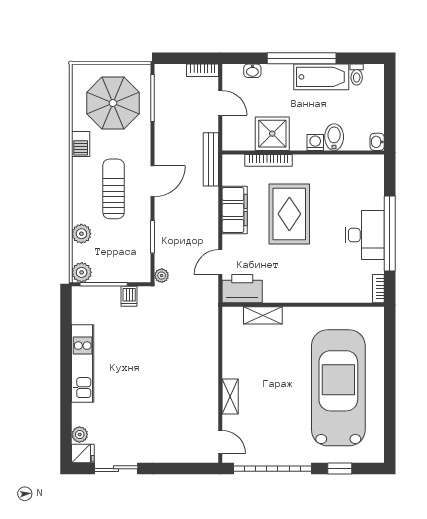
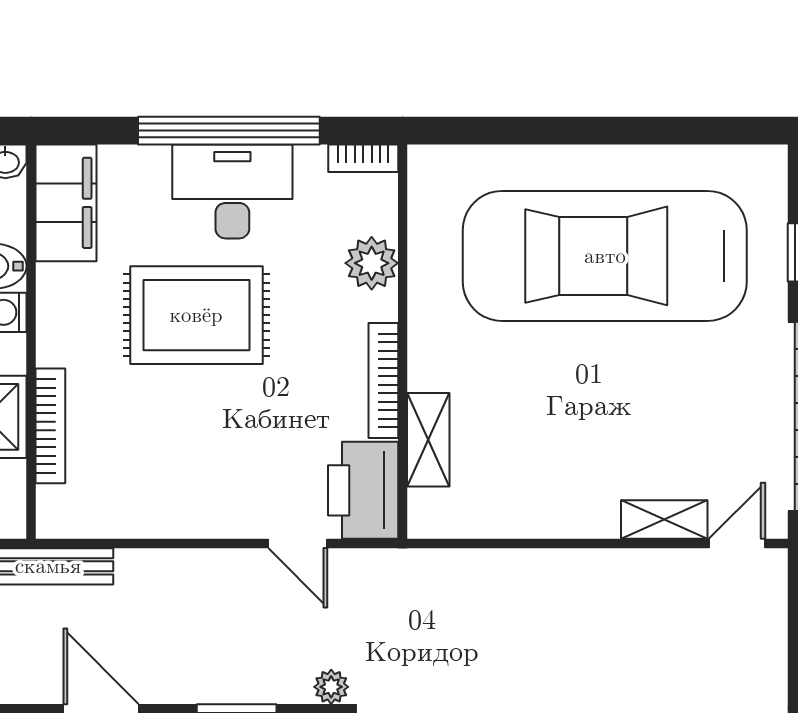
filing cabinet: (235, 210) -> (66, 203), moved, turned 90
rug: (289, 214) -> (196, 315), moved
plant: (335, 292) -> (372, 263), added
bookcase: (287, 297) -> (383, 380), added
shelving: (230, 397) -> (664, 519), moved

